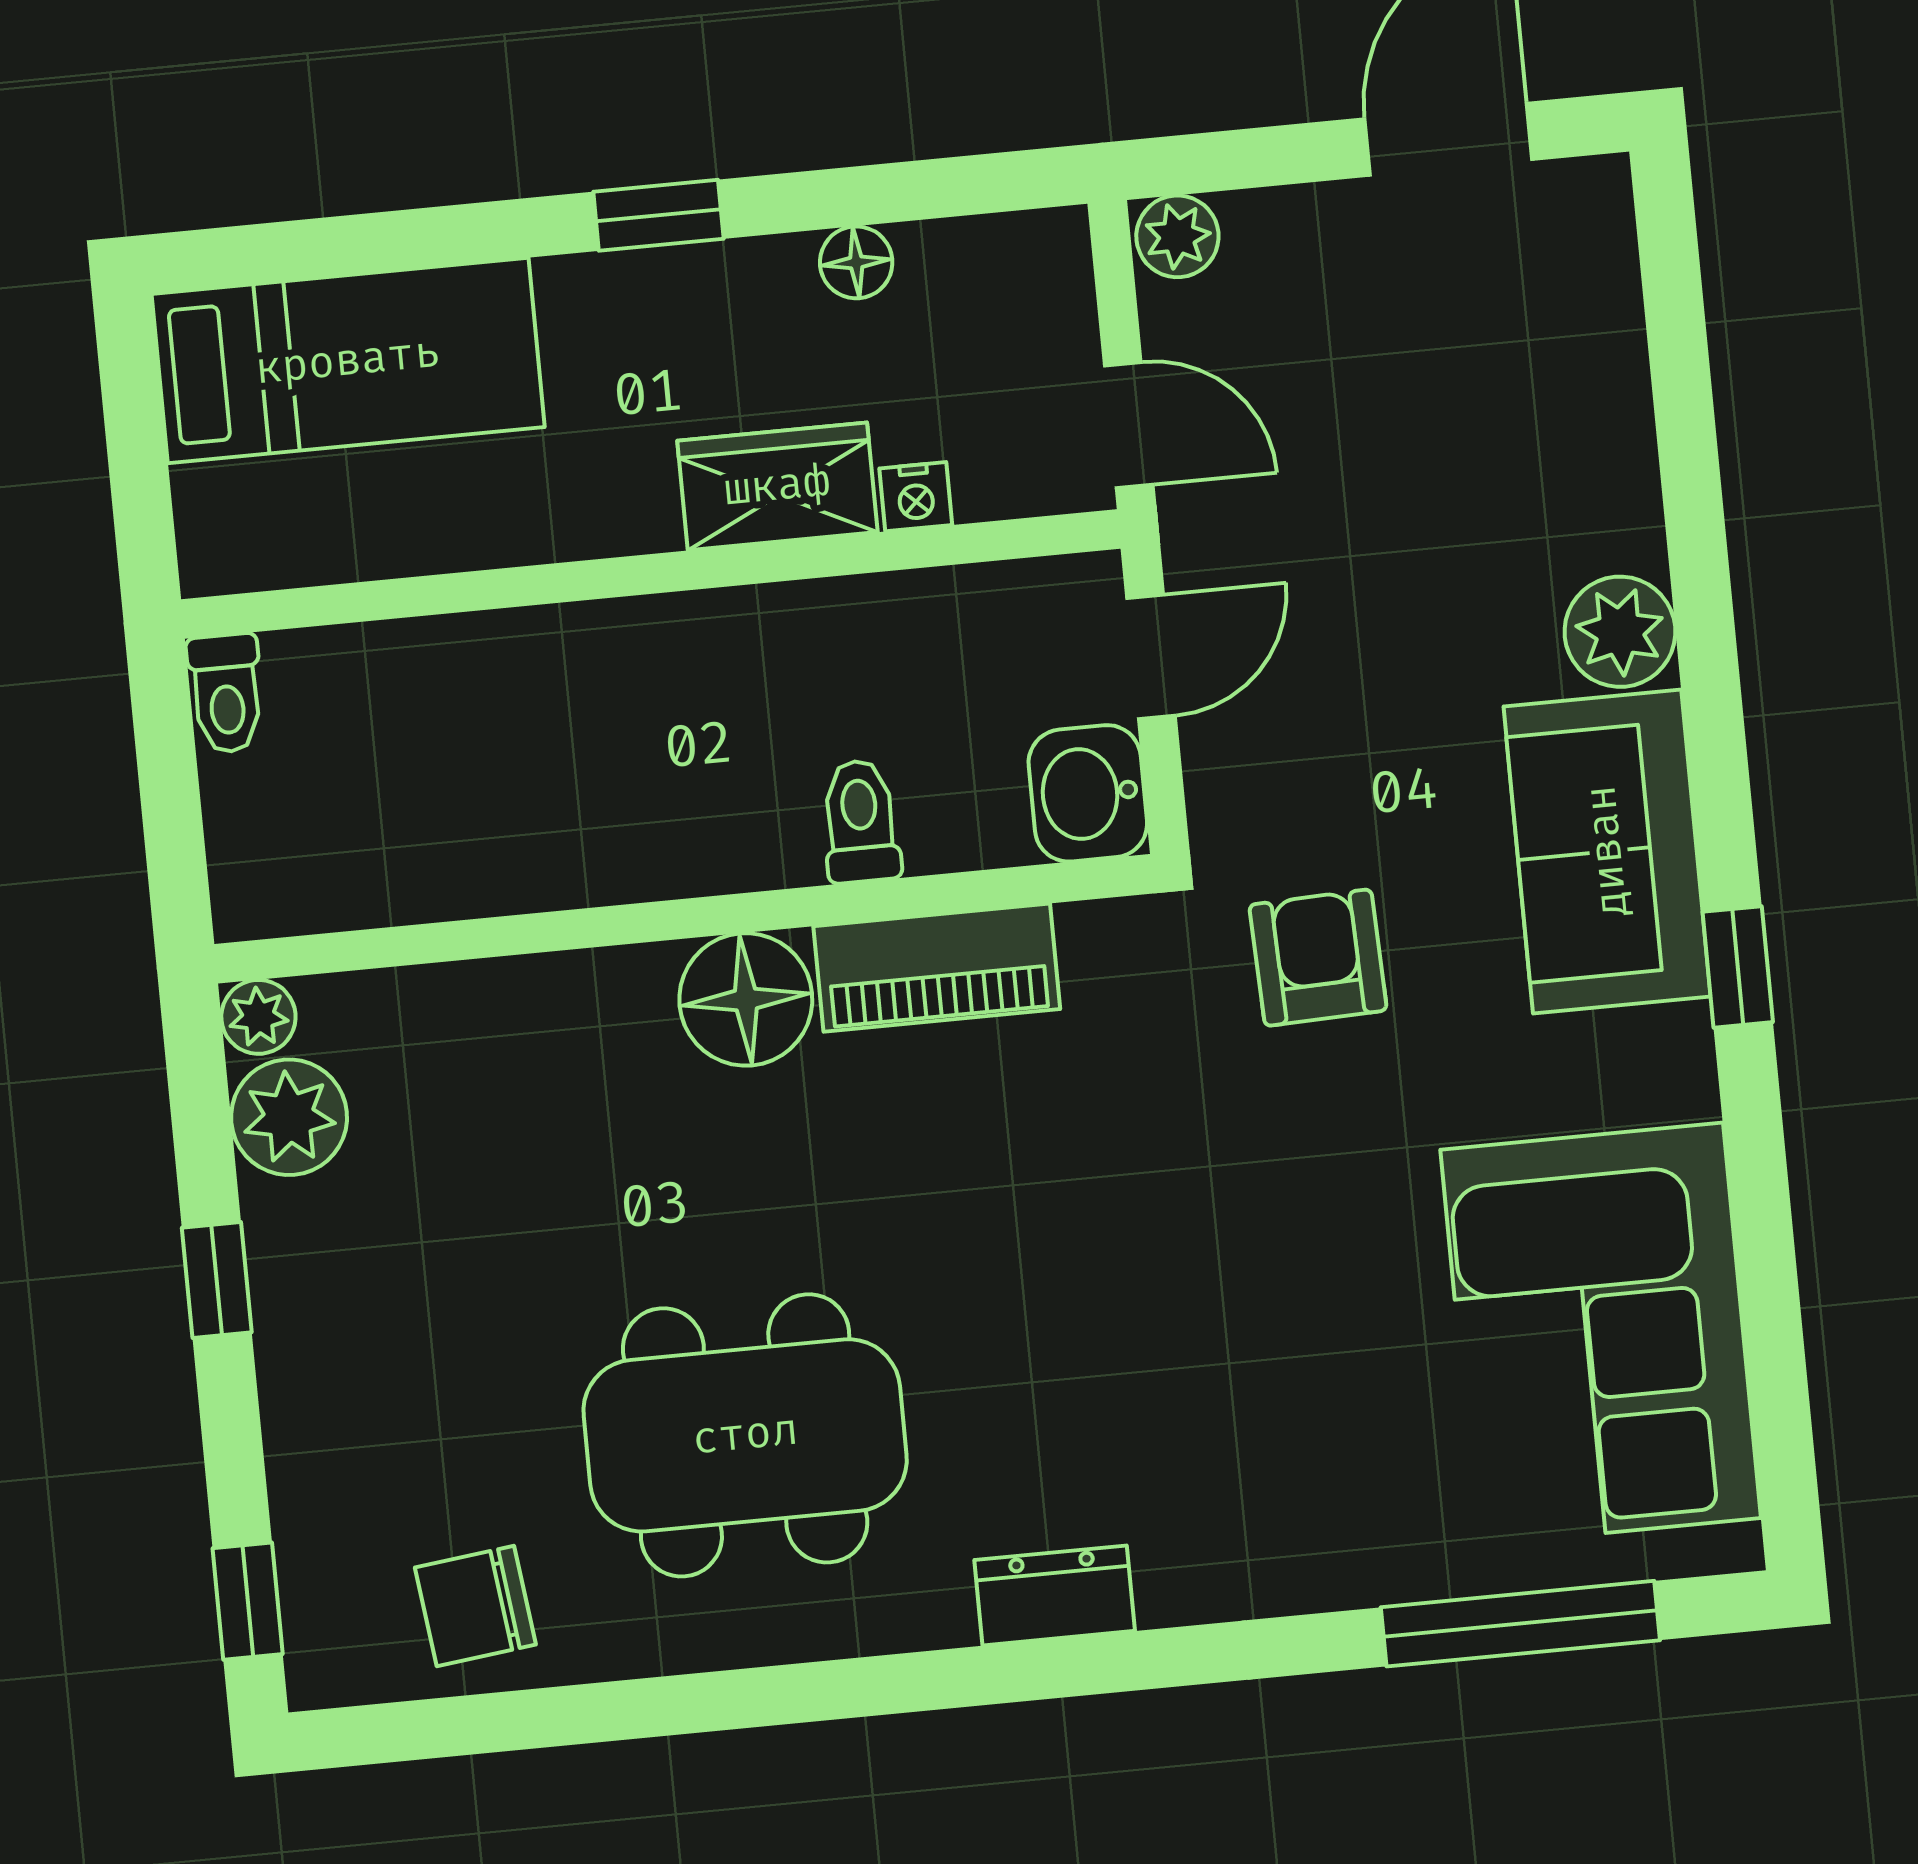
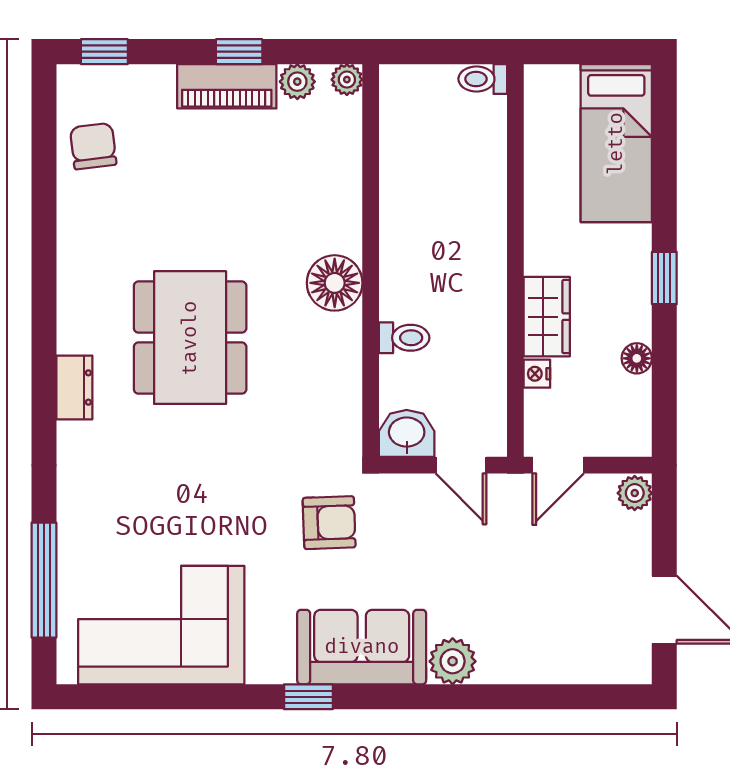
piano: (937, 968) -> (227, 86), moved, turned -90
plant: (289, 1117) -> (297, 82), width x0.73, depth x0.73
dining table: (745, 1435) -> (190, 338), moved

